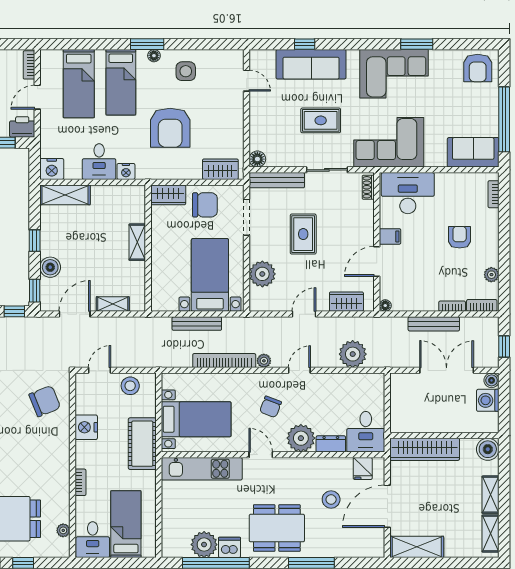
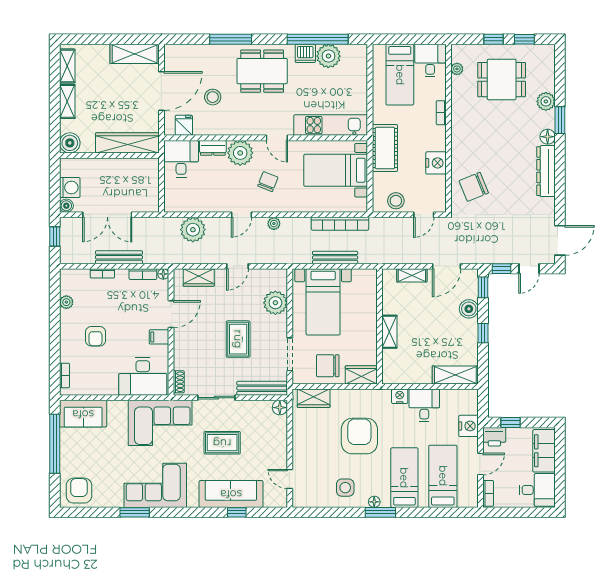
nightstand: (52, 169) -> (468, 426), moved, turned 90
bookcase: (482, 305) -> (143, 274), moved
bookcase: (224, 361) -> (340, 224), moved

